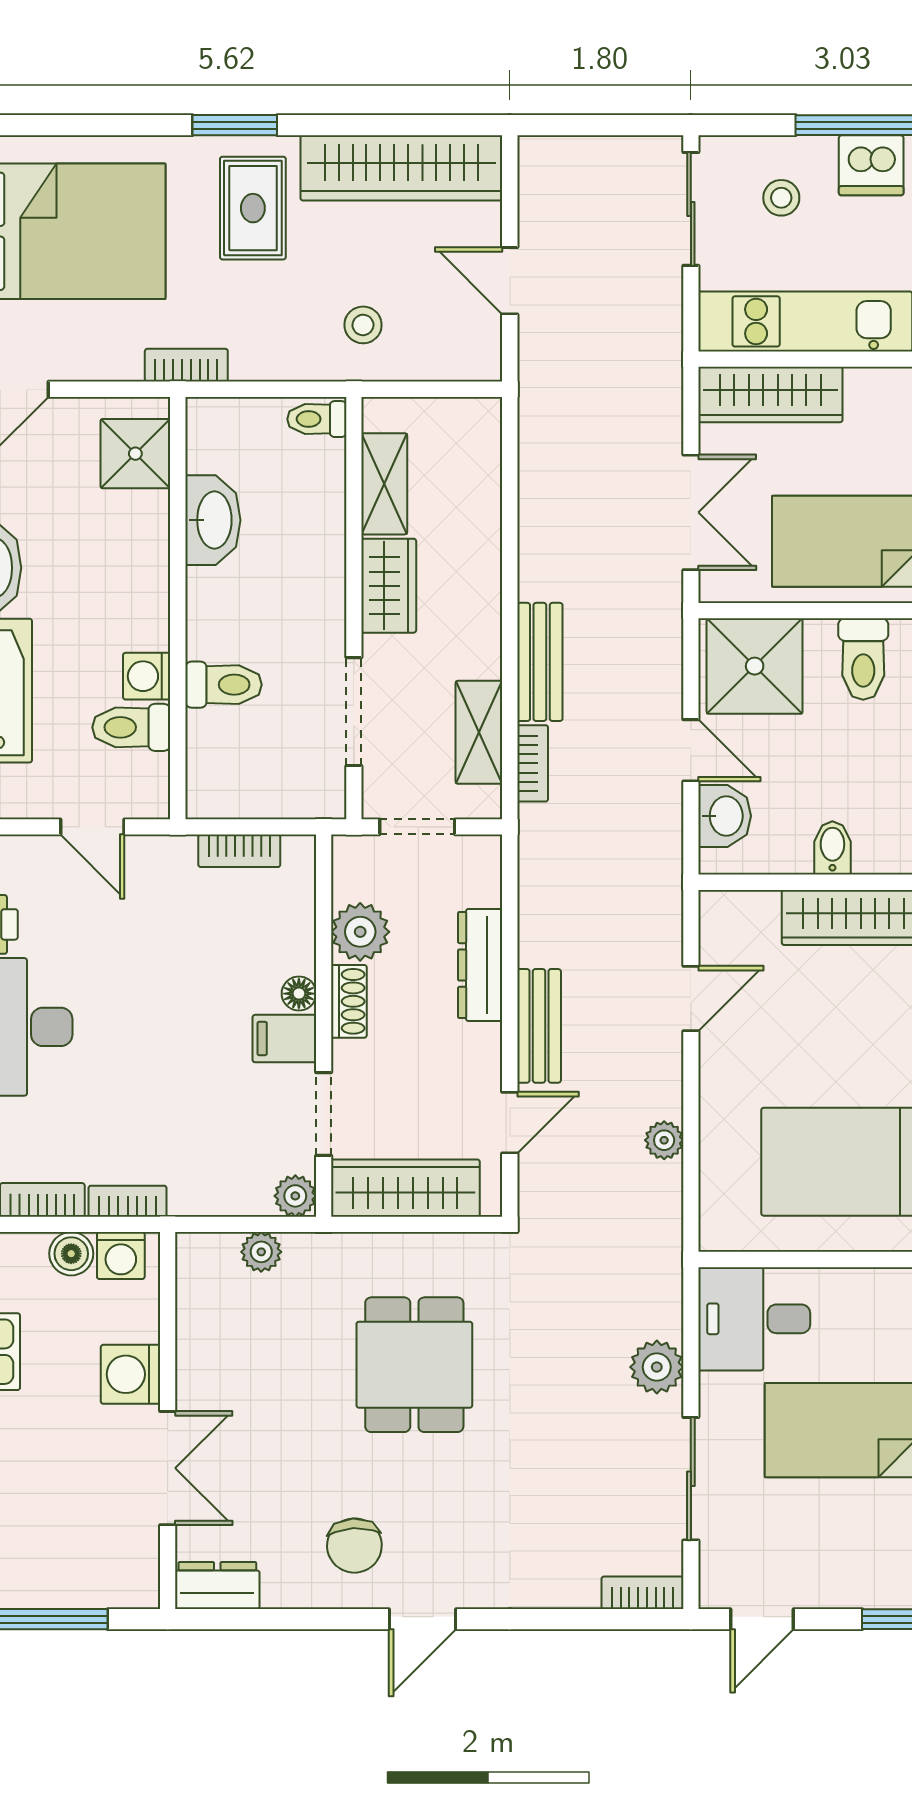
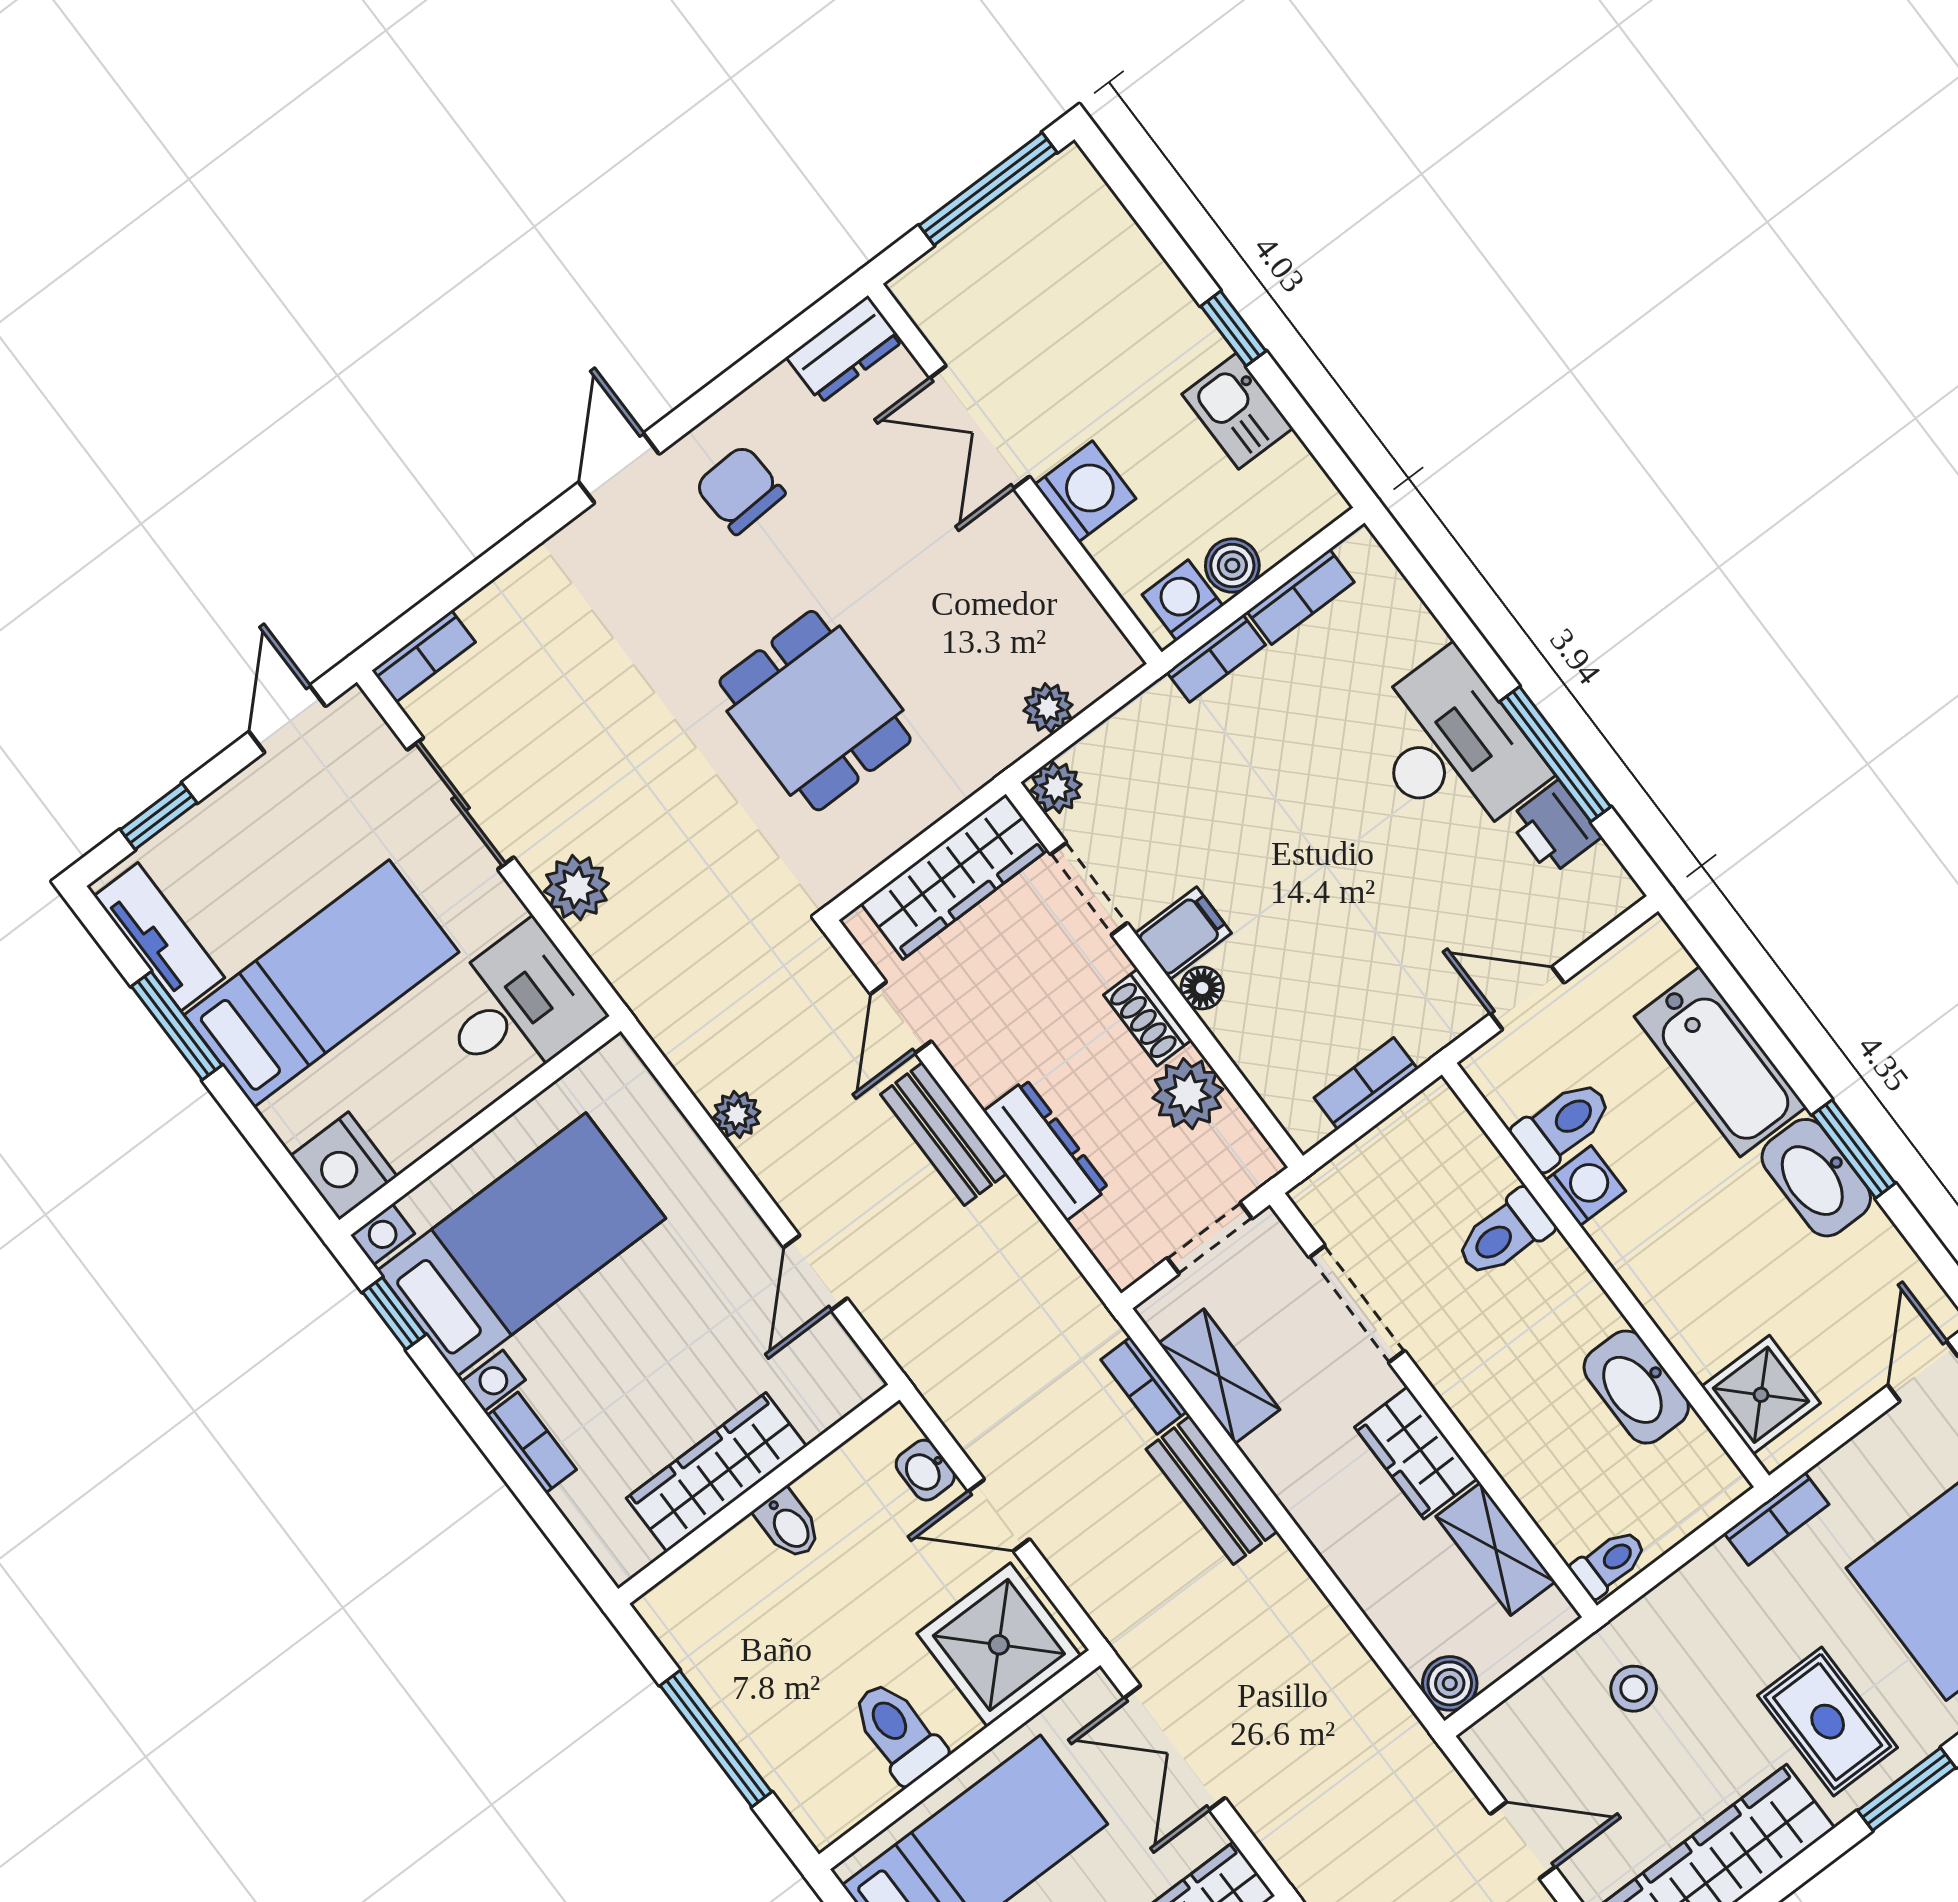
boiler: (480, 419) -> (1450, 1683), added
washbasin: (725, 816) -> (925, 1470), width x0.72, depth x0.69

